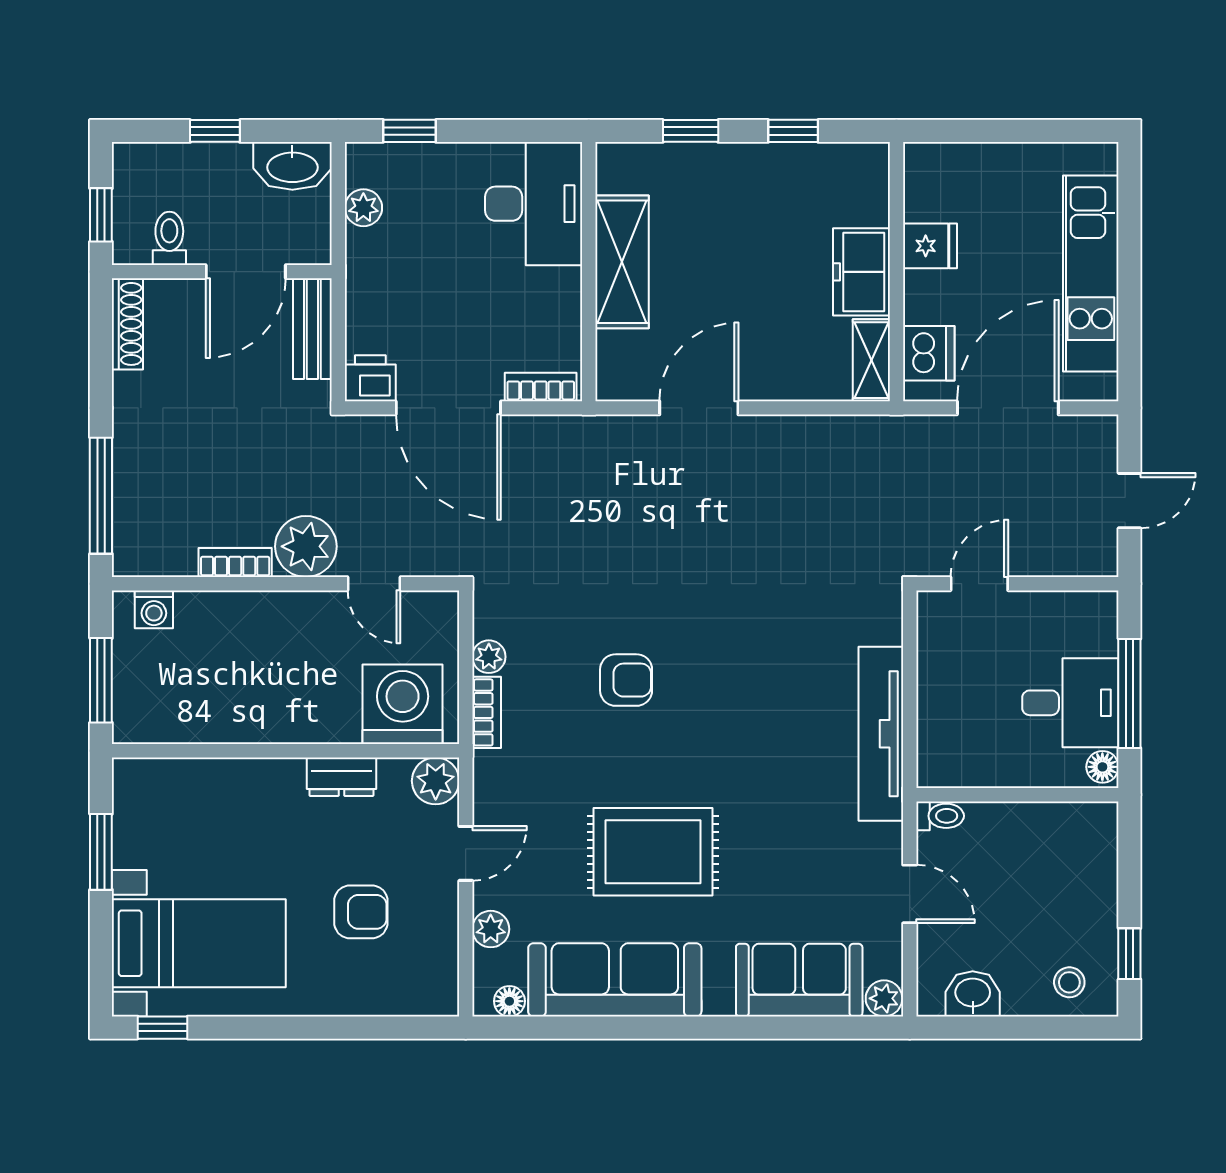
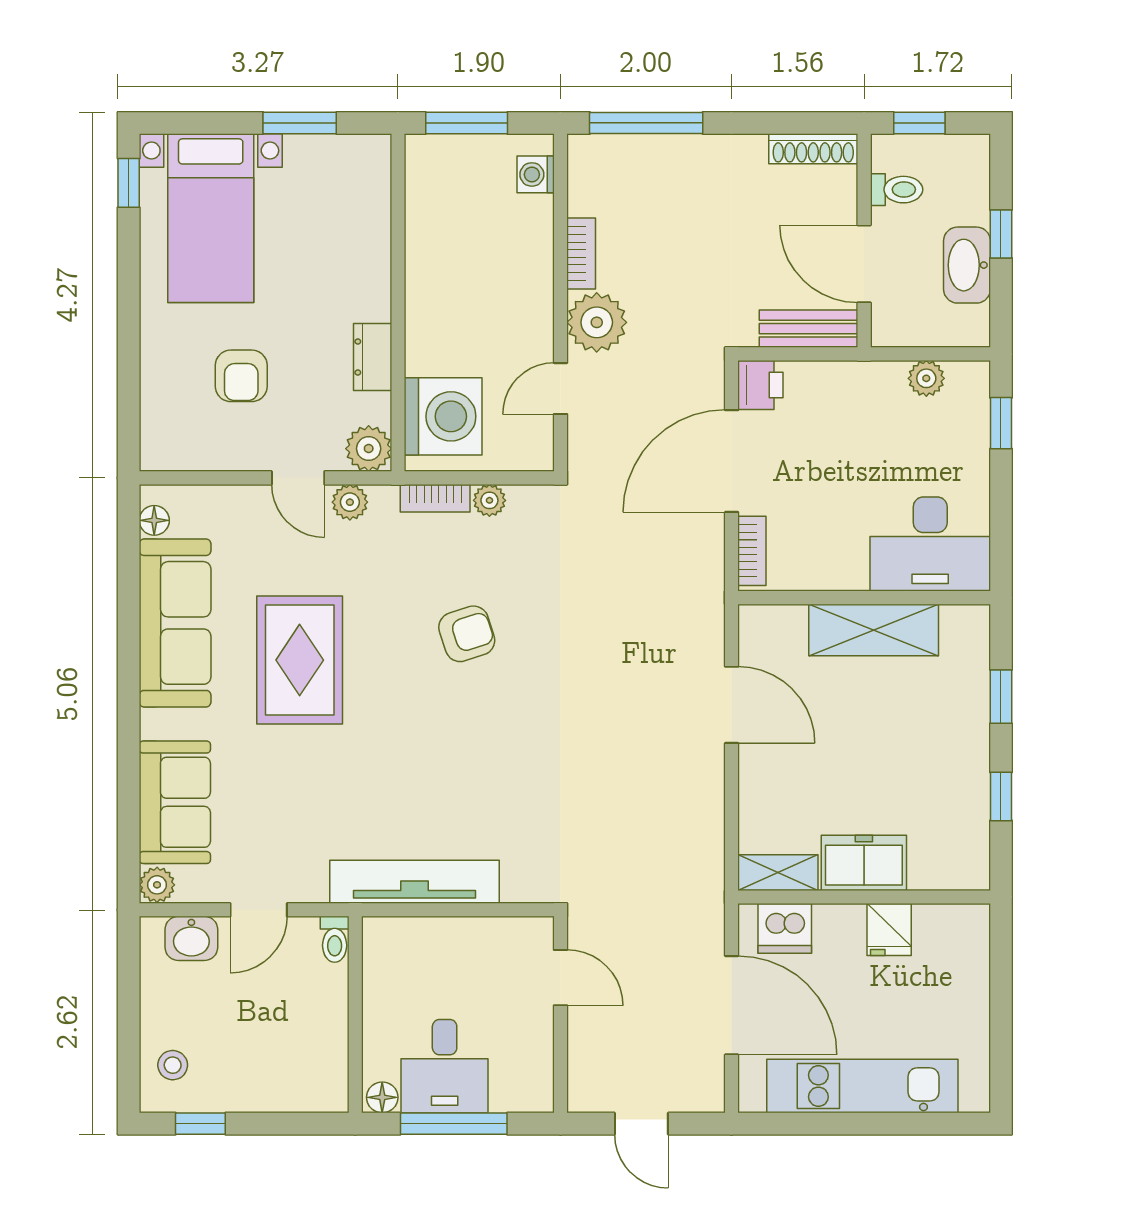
washbasin: (292, 166) -> (967, 265), moved
armchair: (626, 680) -> (467, 634), turned -108
plant: (491, 929) -> (350, 502), moved
washbasin: (973, 994) -> (191, 938), moved, turned 90

